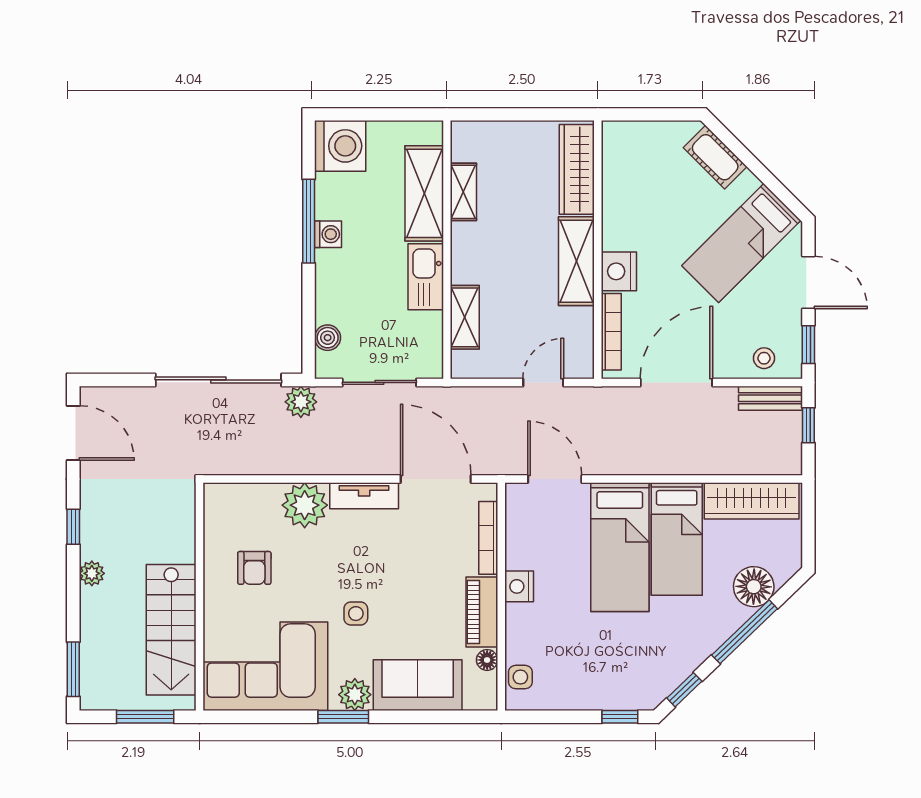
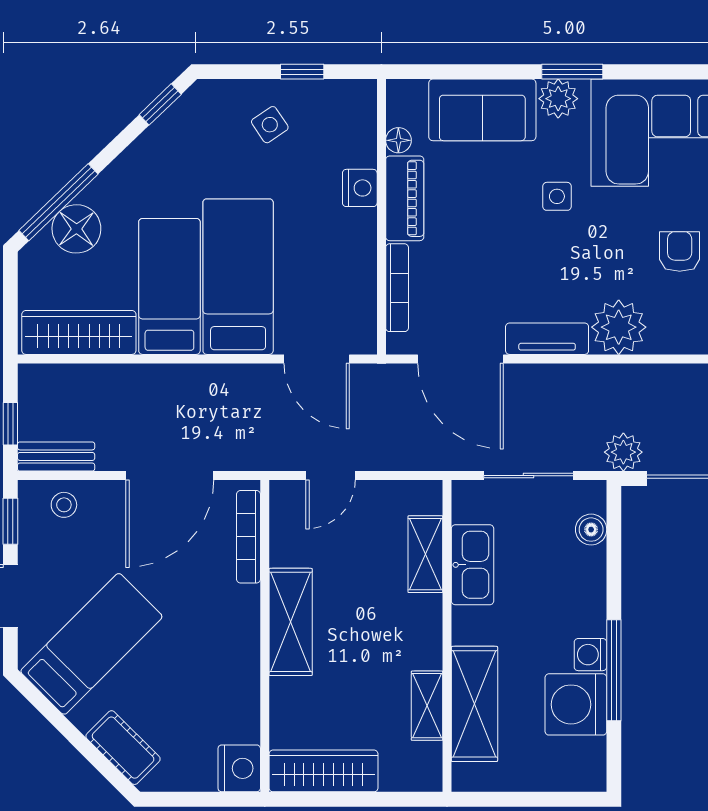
washing machine: (340, 146) -> (576, 704), moved
wardrobe: (577, 169) -> (323, 771), moved, turned -90
nightstand: (619, 271) -> (239, 768), moved
kitchen sink: (426, 277) -> (473, 565), moved
nightstand: (519, 586) -> (360, 188), moved
window: (745, 632) -> (58, 202), moved
side table: (520, 677) -> (270, 125), moved, turned -34
window: (620, 717) -> (302, 72), moved

